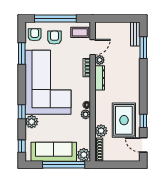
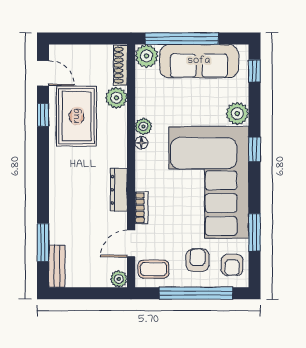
armchair: (54, 38) -> (198, 260), turned 180
plant: (100, 60) -> (119, 279), moved
window: (22, 112) -> (254, 149), moved

